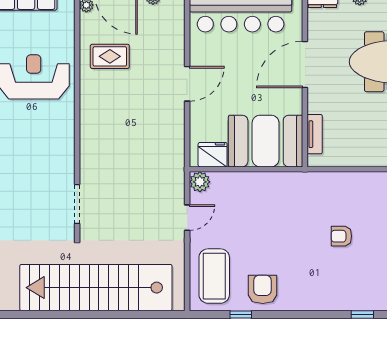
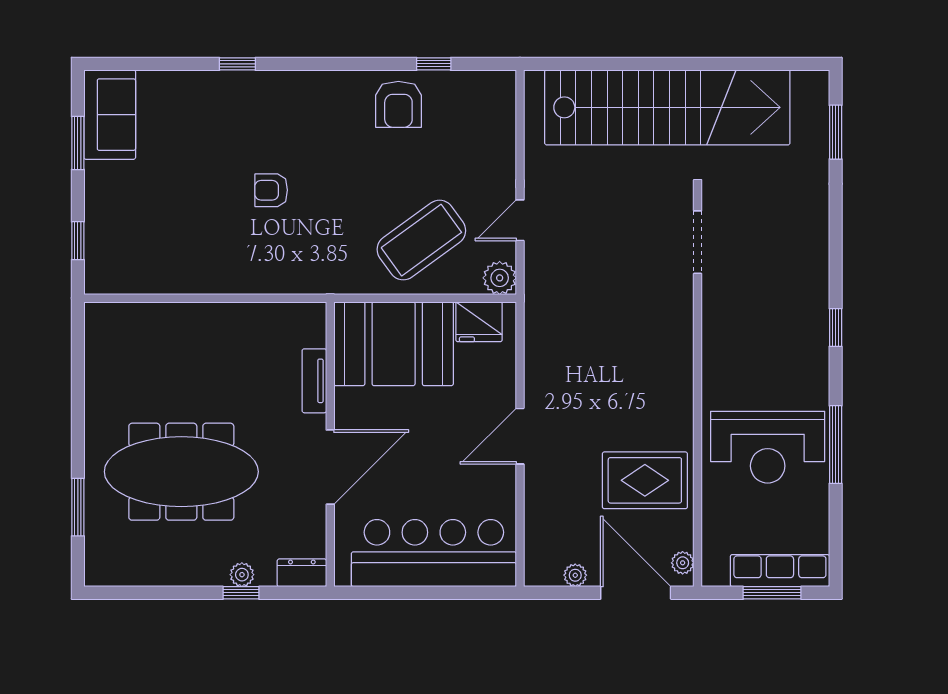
rug: (110, 56) -> (645, 480), width x1.36, depth x1.43
tv unit: (315, 134) -> (314, 381), moved
armchair: (341, 236) -> (271, 190), turned 180
coffee table: (214, 276) -> (421, 240), moved, turned 54

